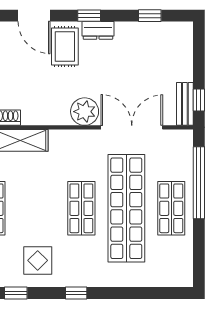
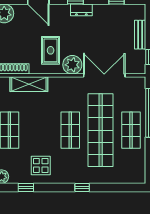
rug: (65, 46) -> (51, 50), moved
bench: (185, 104) -> (140, 35), moved
window: (76, 293) -> (82, 187), moved

